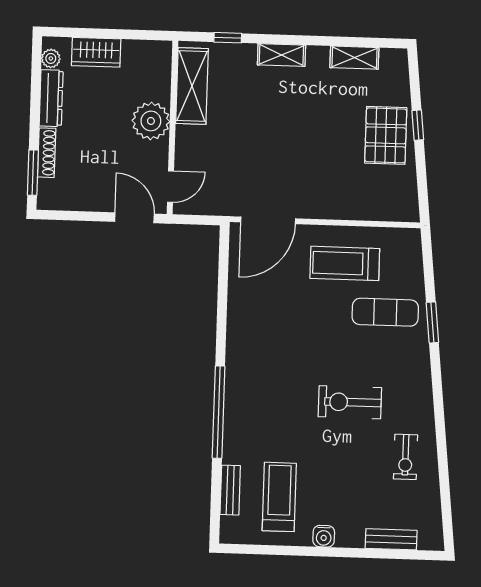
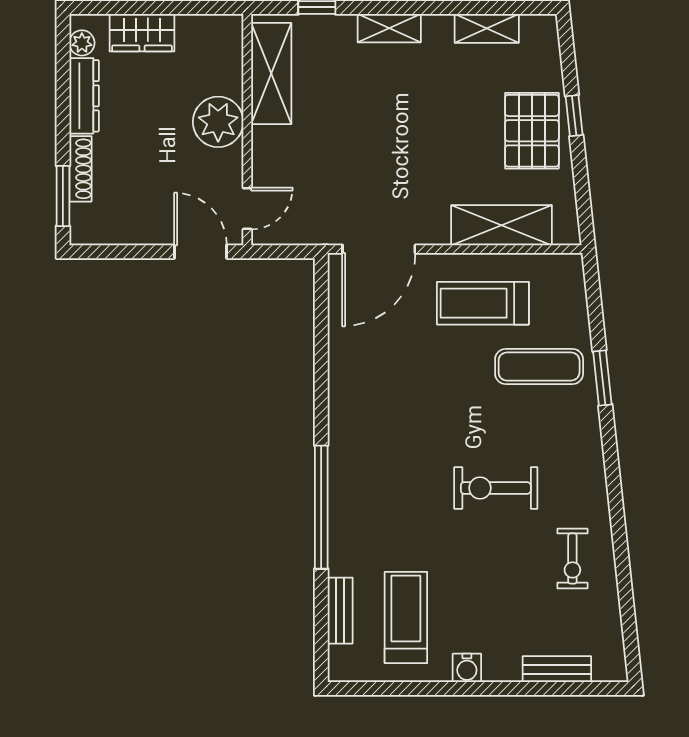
shelving: (361, 205) -> (502, 225), added

